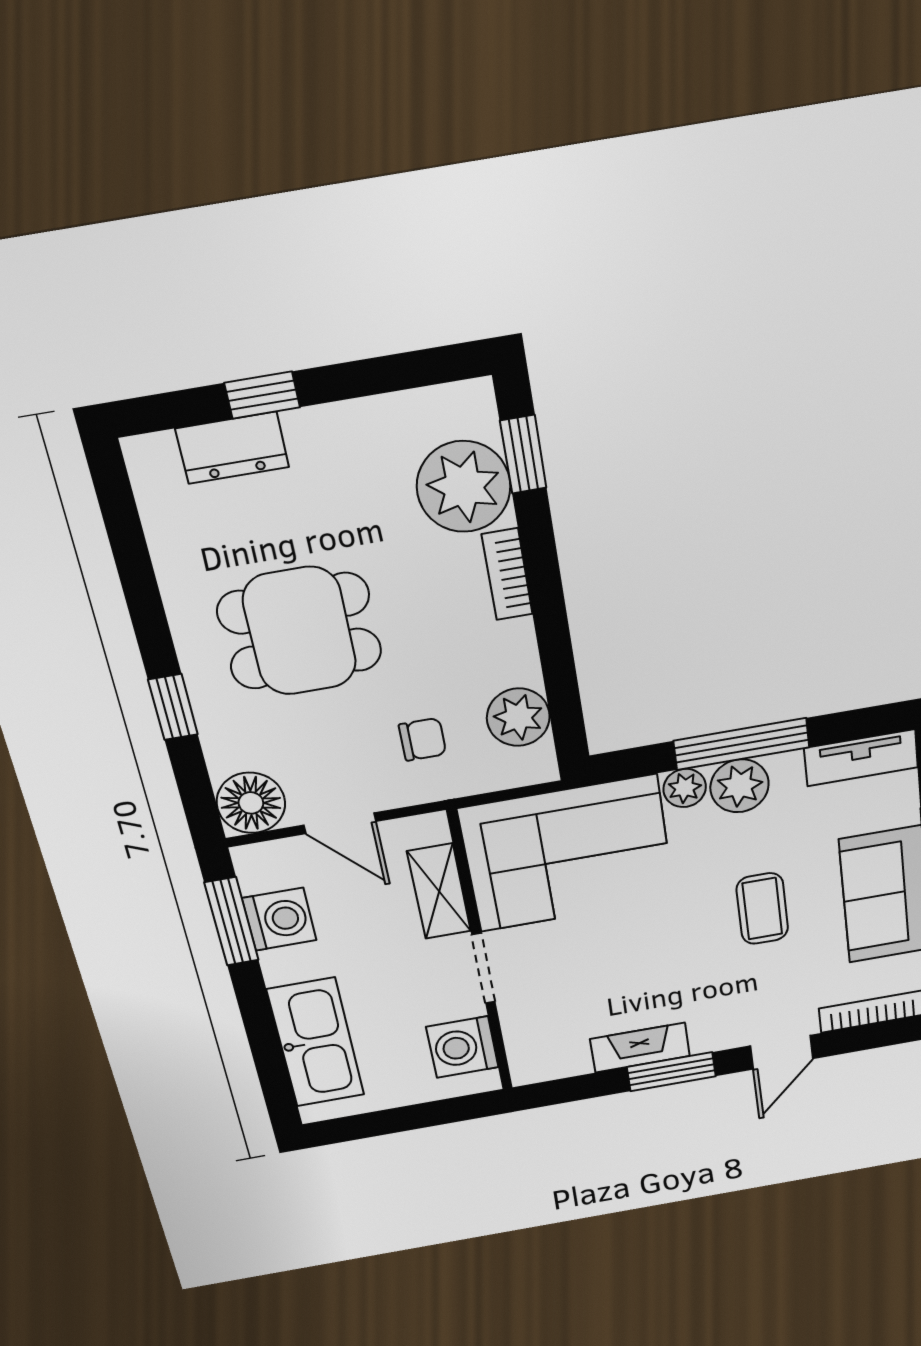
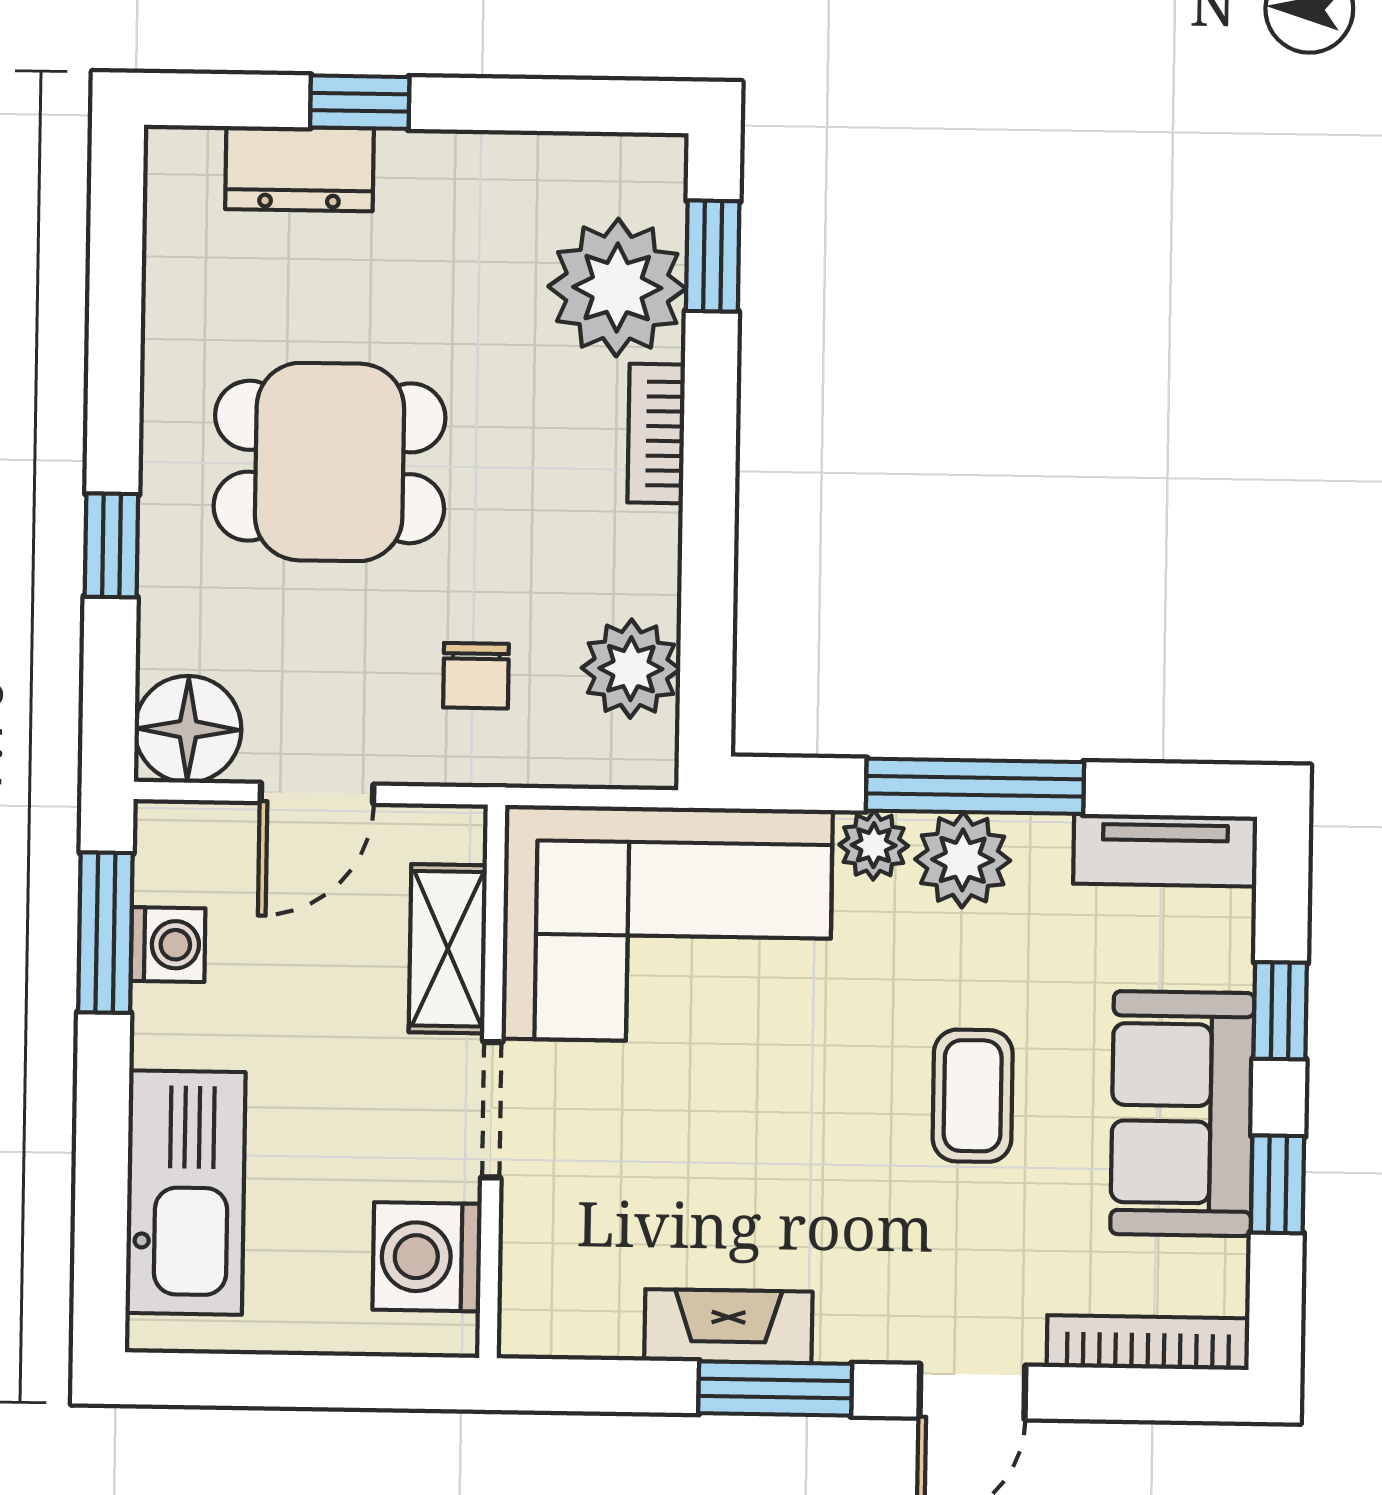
chair: (422, 739) -> (476, 676), turned 90
door: (340, 823) -> (317, 793), hinge flipped
washing machine: (279, 919) -> (168, 945), width x0.73, depth x0.73

